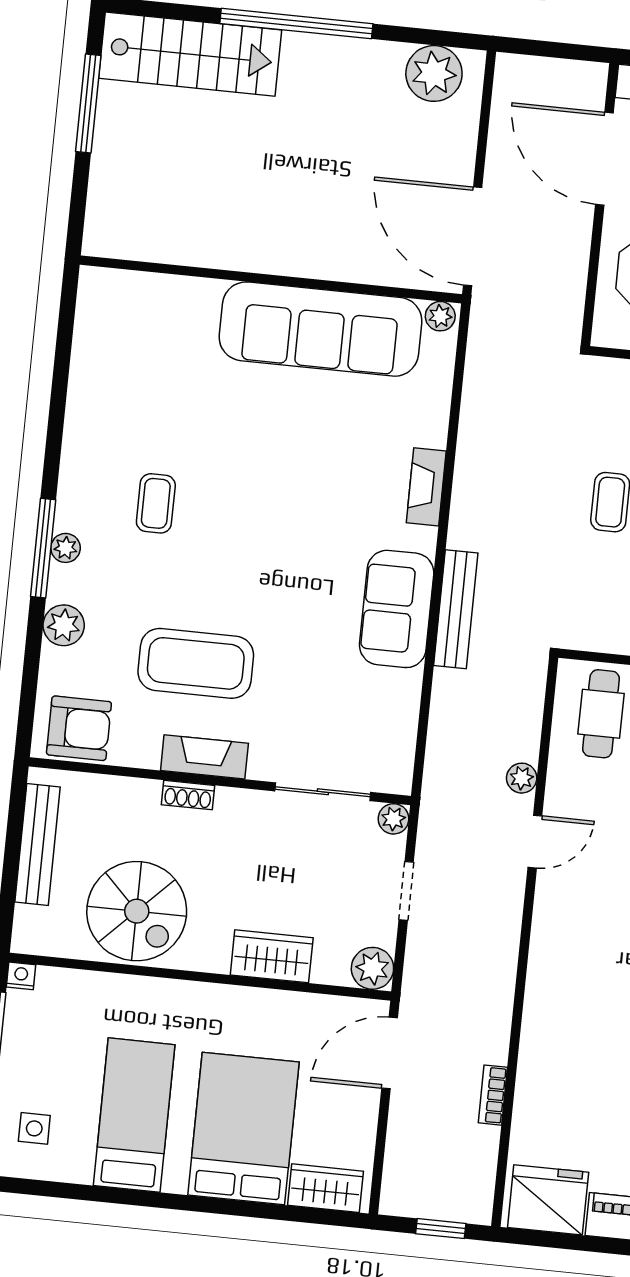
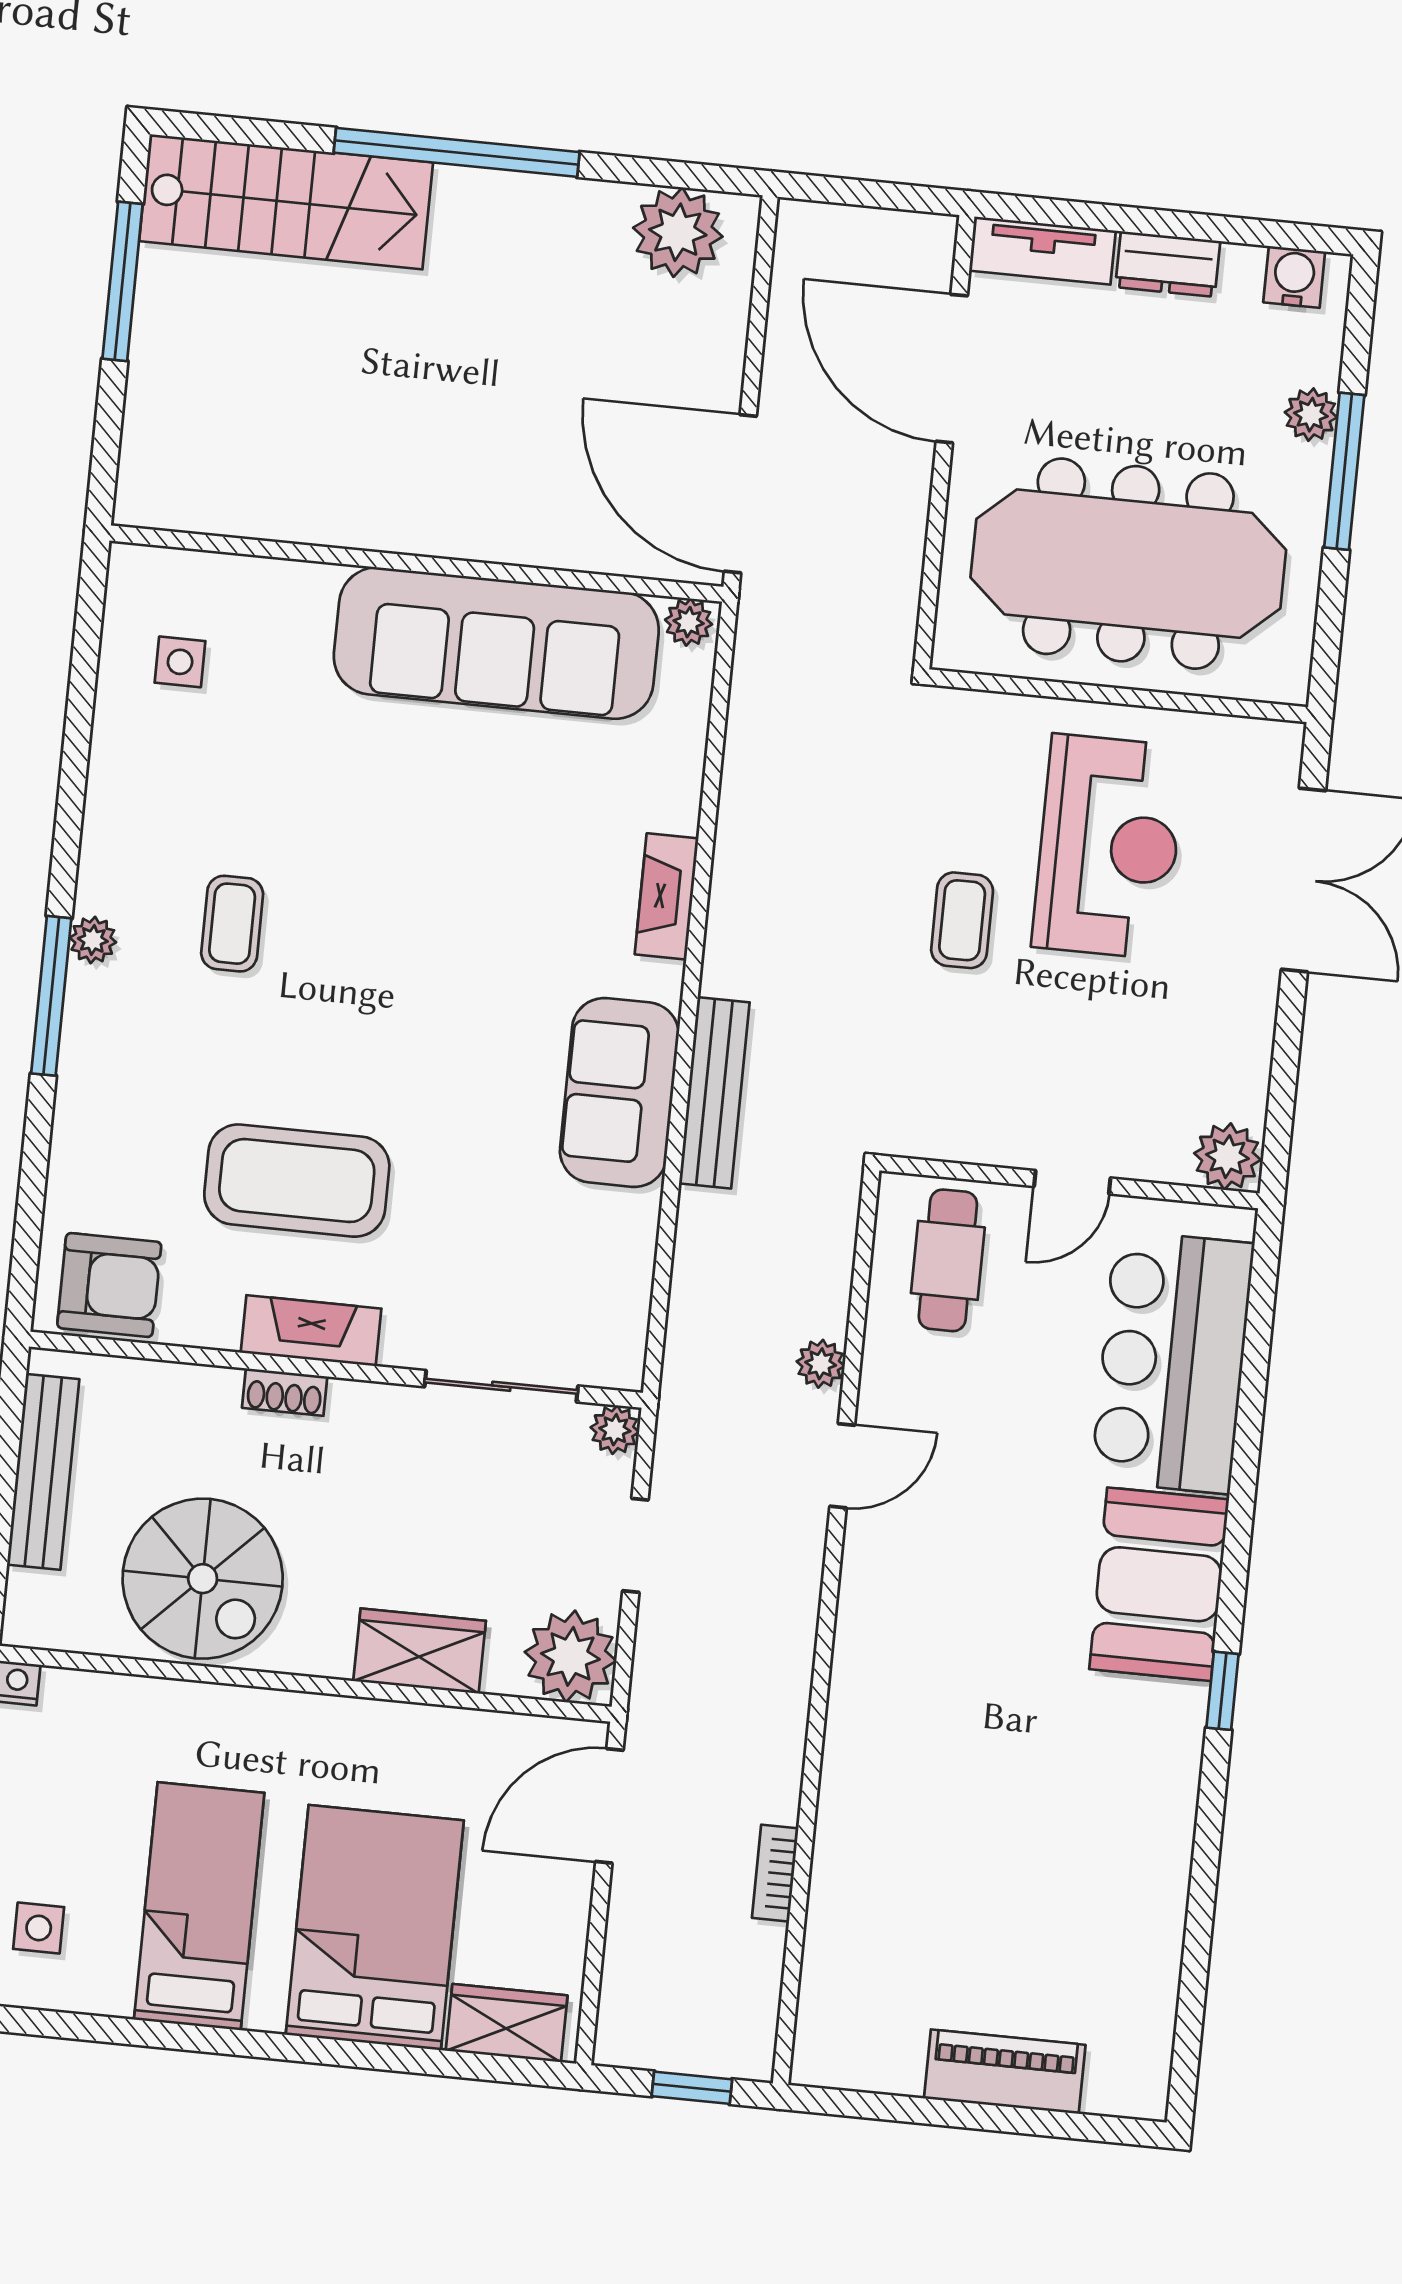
side table: (124, 340) -> (180, 662), added
plant: (66, 548) -> (93, 940), moved
plant: (64, 625) -> (84, 1120), removed
plant: (372, 968) -> (570, 1656), width x1.36, depth x1.36
fridge: (548, 1200) -> (864, 2041), removed

